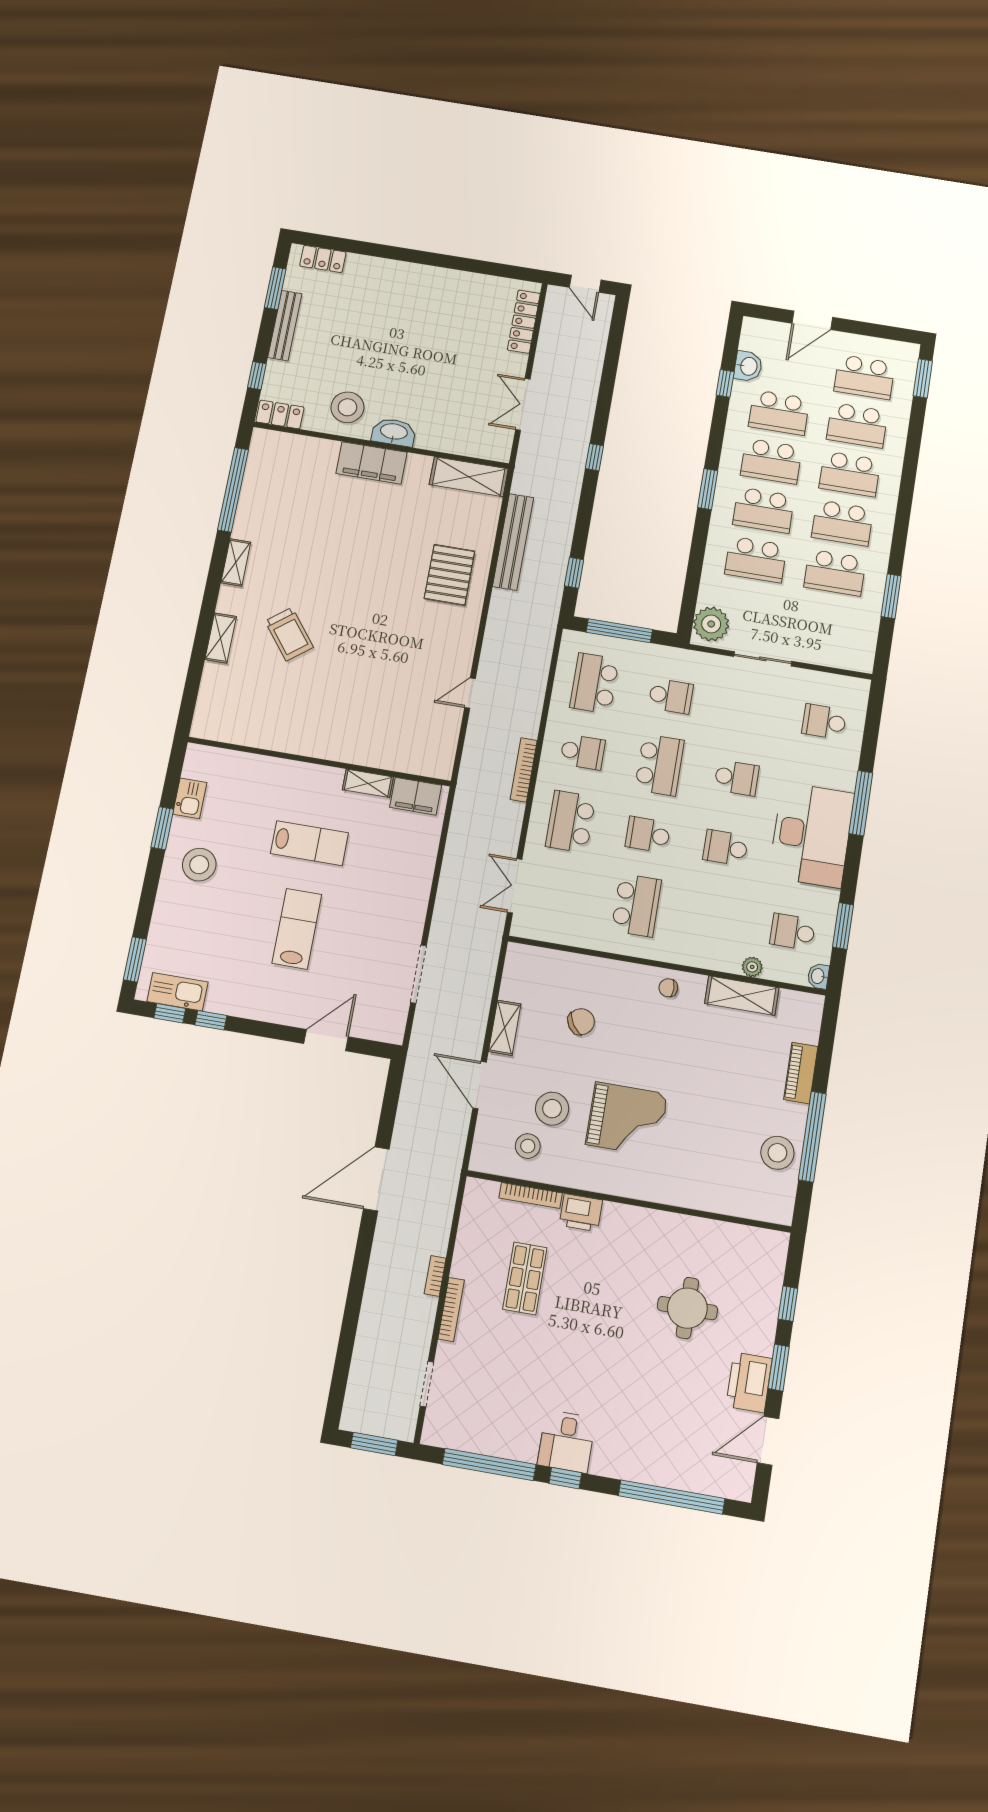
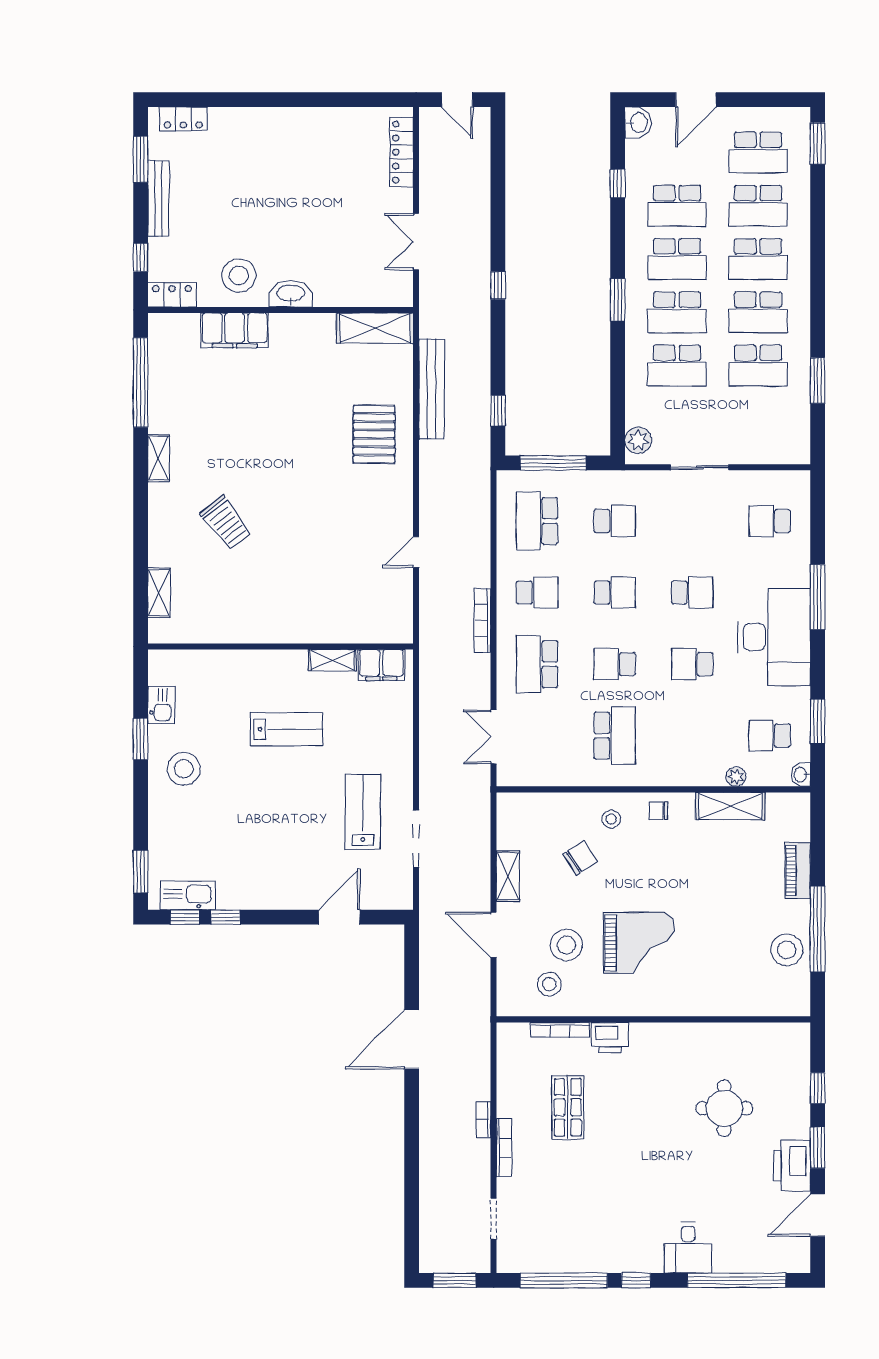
washbasin: (748, 366) -> (638, 123), moved
filing cabinet: (371, 463) -> (235, 330), moved
plant: (711, 624) -> (638, 440), width x0.73, depth x0.73
shelving: (221, 638) -> (159, 593), moved
school desk: (659, 765) -> (615, 593), width x0.54
lab bench: (297, 929) -> (363, 812), moved
stool: (619, 988) -> (611, 819), added
desk: (566, 1441) -> (688, 1248), moved

